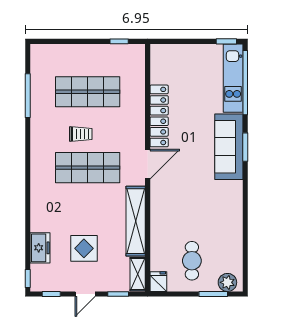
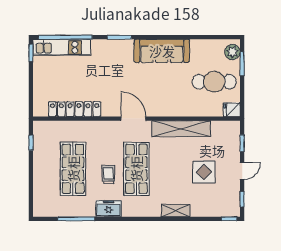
locker: (159, 116) -> (75, 109), moved
sofa: (229, 147) -> (162, 51), moved
freezer: (40, 248) -> (109, 209), moved
cafe table: (192, 261) -> (214, 82), width x1.37, depth x1.35
shelving: (138, 274) -> (176, 211), moved
door: (85, 294) -> (242, 171), hinge flipped

